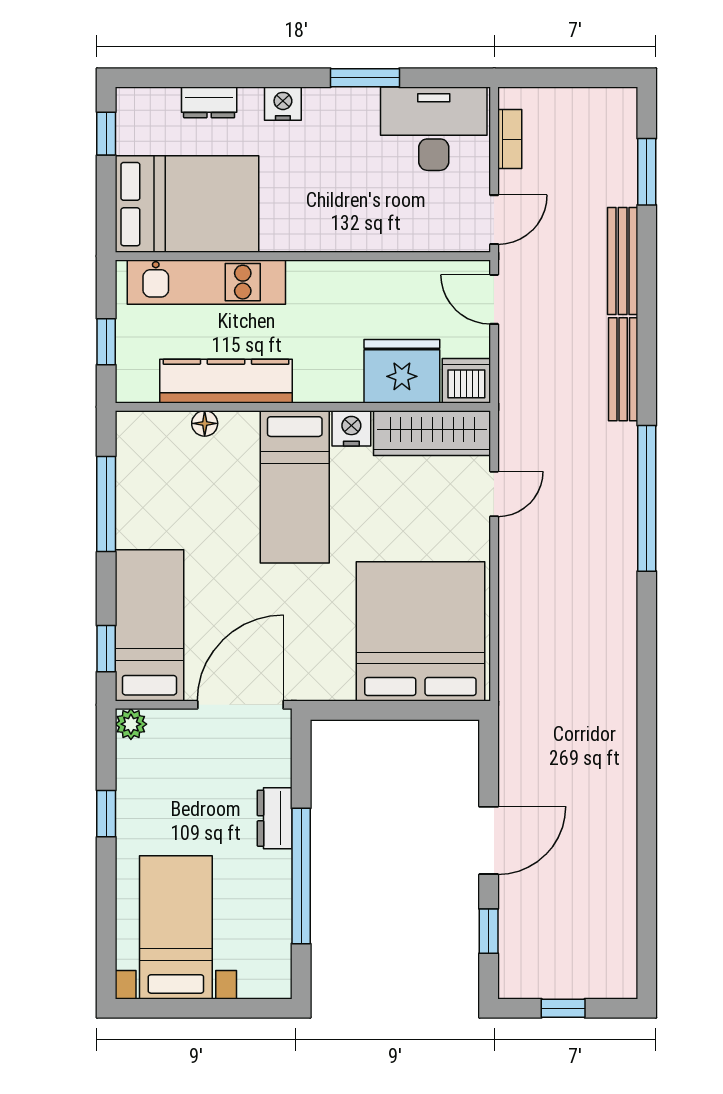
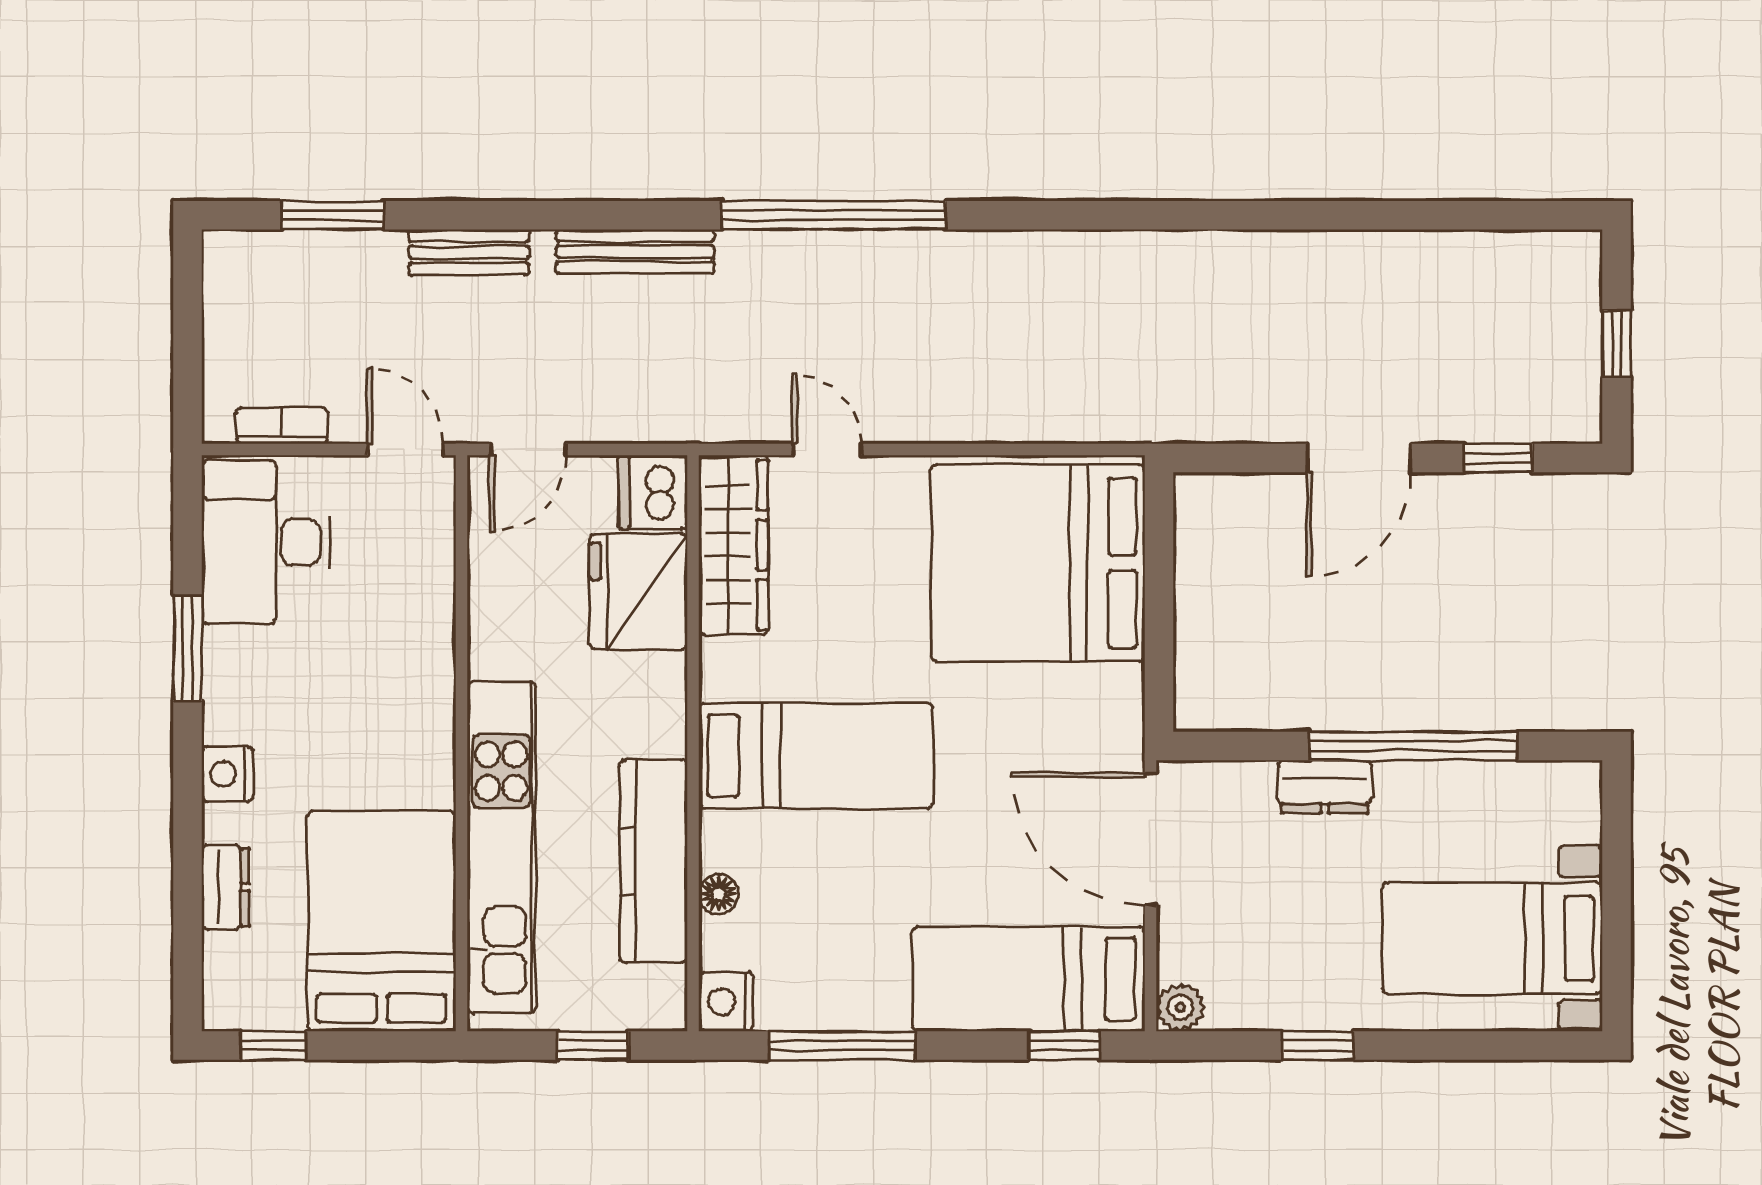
bench: (623, 261) -> (469, 252), width x0.73
kitchen unit: (206, 282) -> (501, 847), width x1.36
nightstand: (351, 428) -> (726, 1002), moved
door: (489, 840) -> (1359, 458), swing flipped

